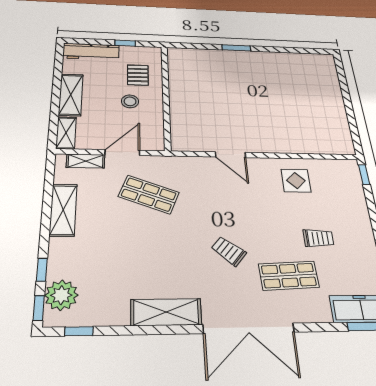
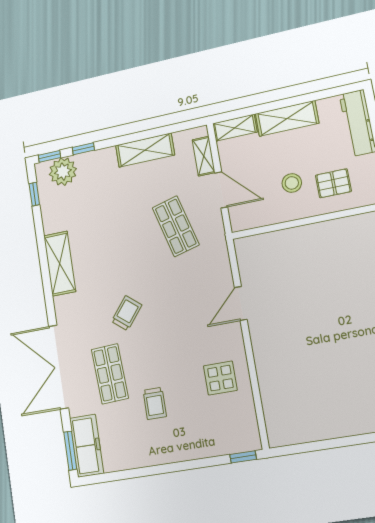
shop shelf: (149, 194) -> (176, 226), turned -36
double door: (249, 328) -> (59, 367), moved

